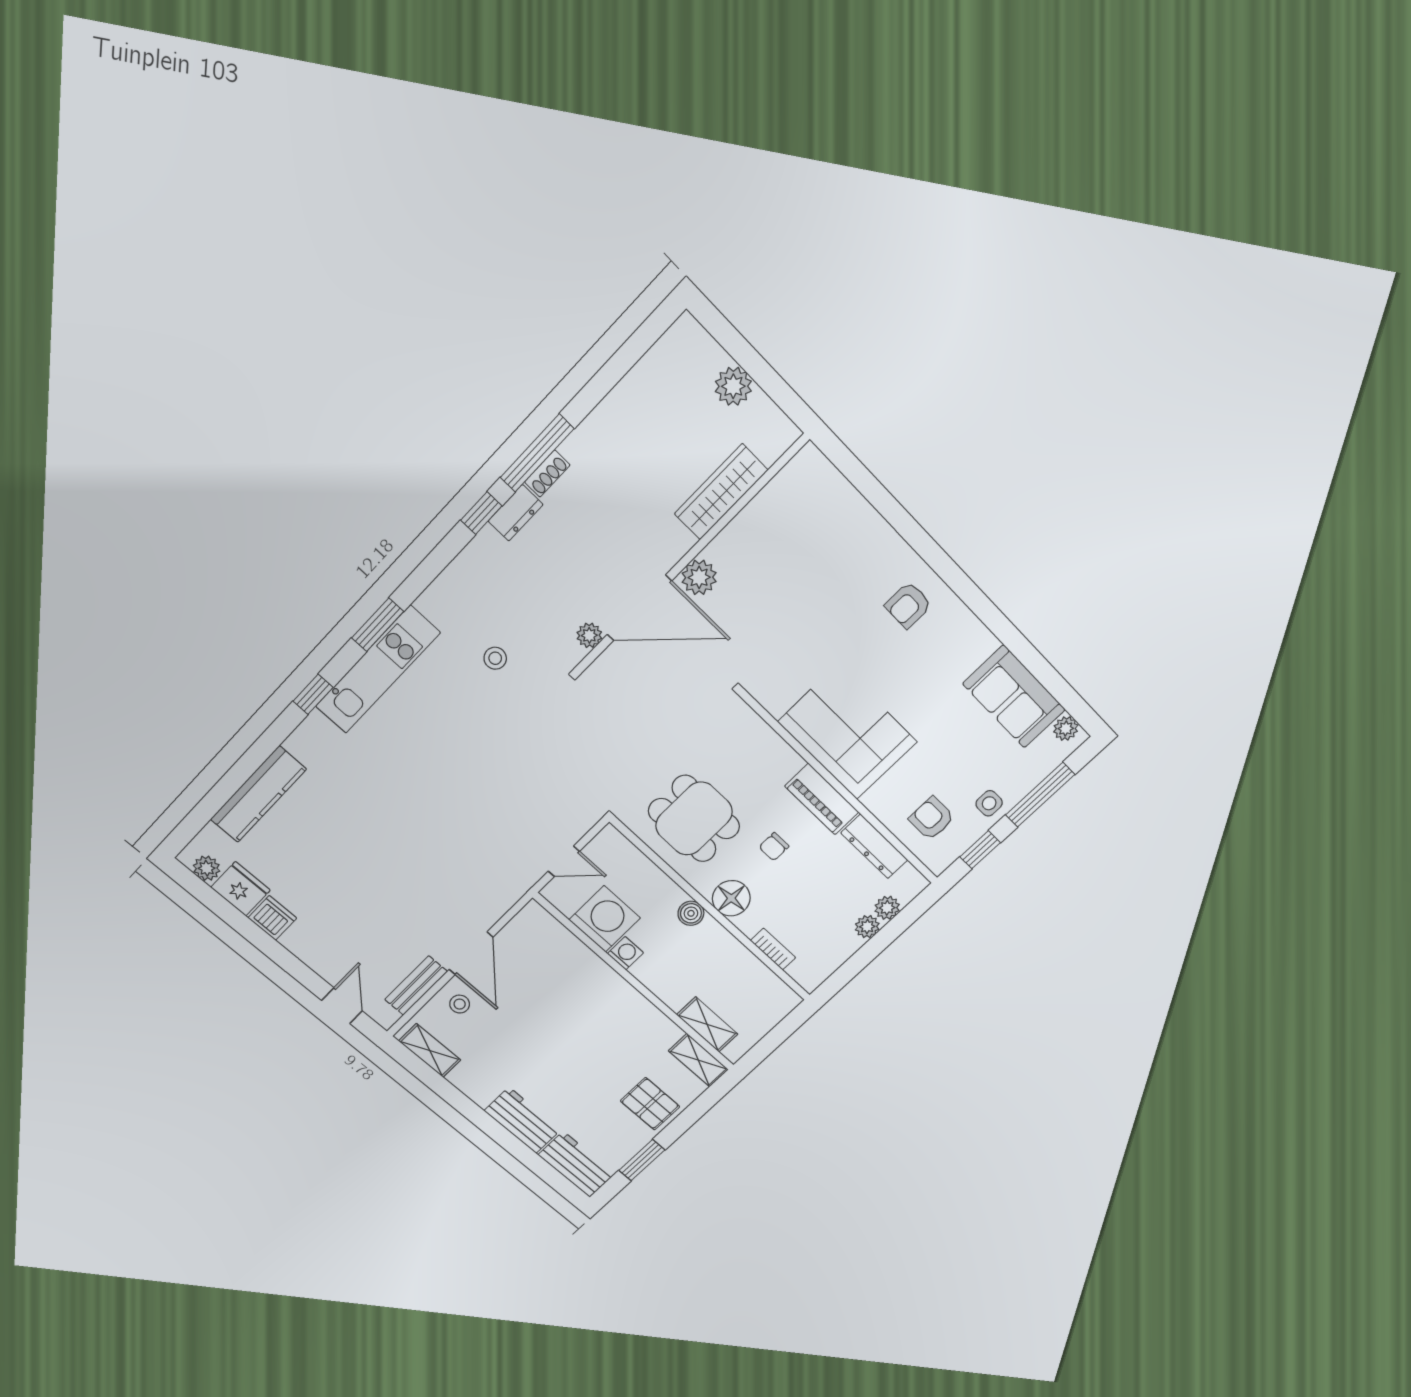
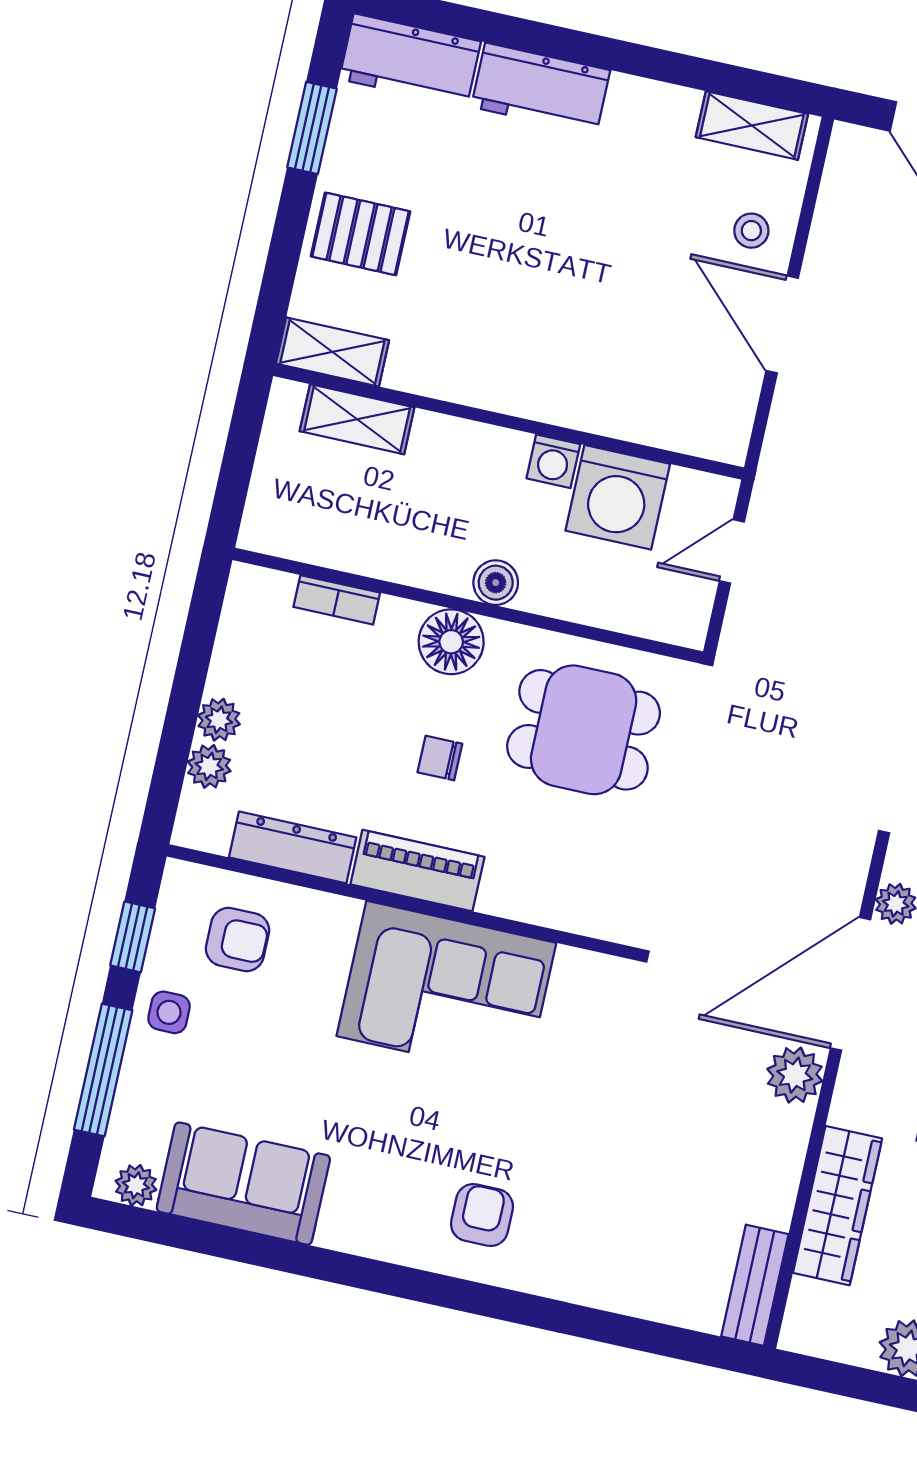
chair: (774, 847) -> (440, 758), turned -90
bench: (416, 986) -> (755, 1285), moved

